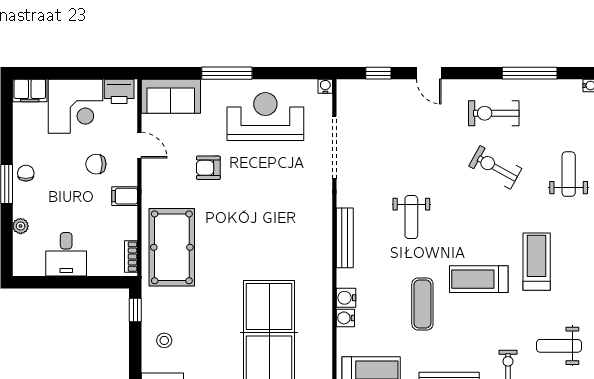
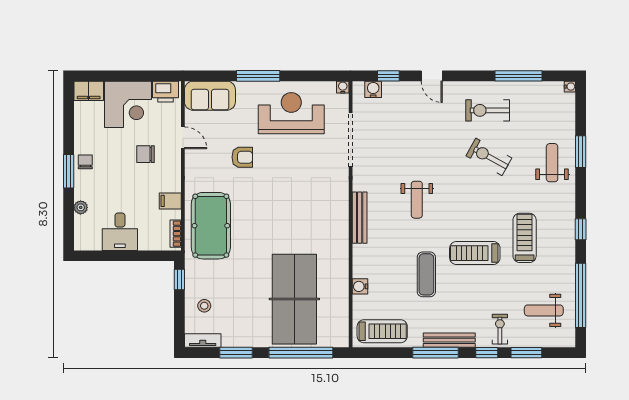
armchair: (208, 168) -> (242, 157), turned 180
filing cabinet: (125, 196) -> (170, 201), moved
water cooler: (346, 298) -> (373, 89), moved, turned 90

